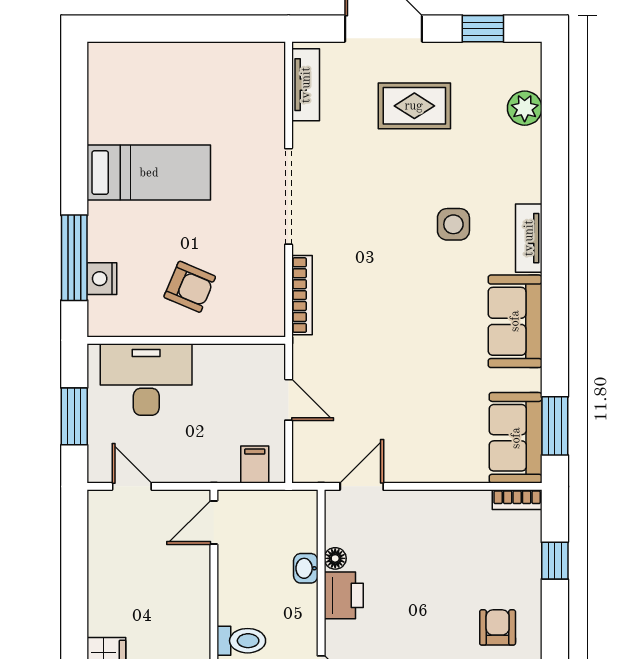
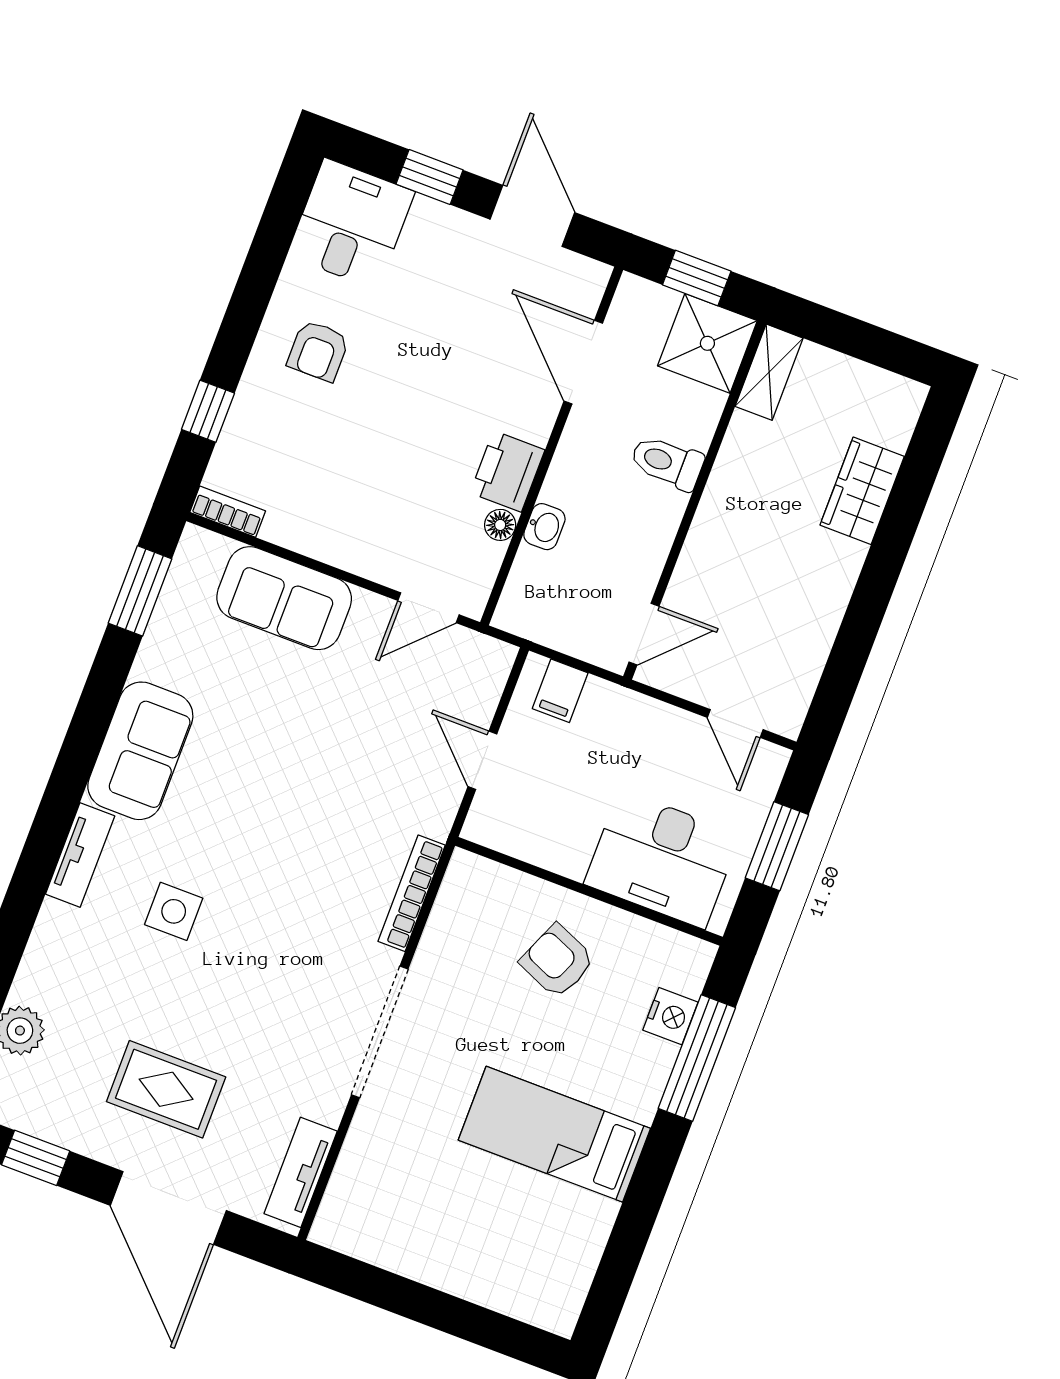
sofa: (516, 438) -> (284, 598), moved, turned 90

